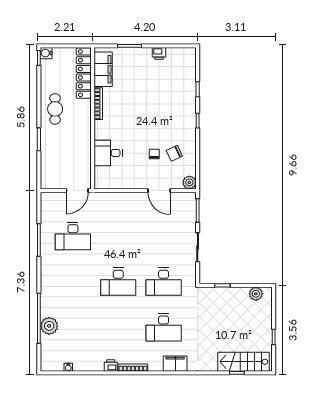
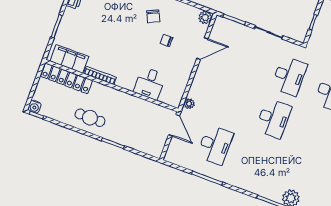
chair: (174, 153) -> (153, 16), moved
plant: (103, 197) -> (189, 104), added

